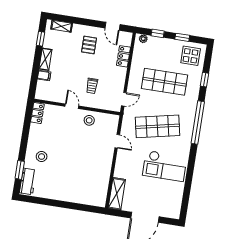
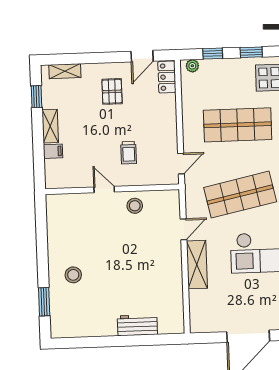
door: (113, 26) -> (142, 56), hinge flipped
locker: (123, 56) -> (167, 77), moved
locker: (37, 113) -> (54, 210), removed
door: (117, 141) -> (183, 229), hinge flipped
workbench: (28, 181) -> (137, 325), moved, turned -90
shelving: (117, 194) -> (197, 265), moved

